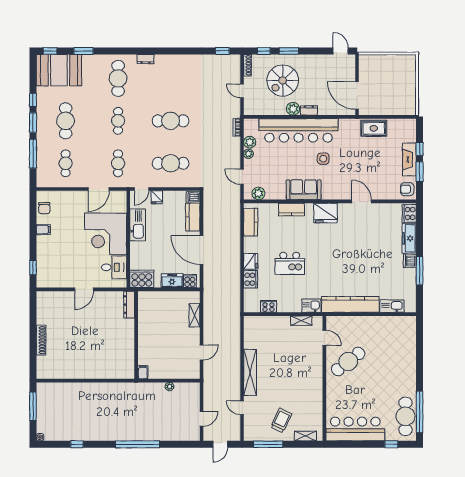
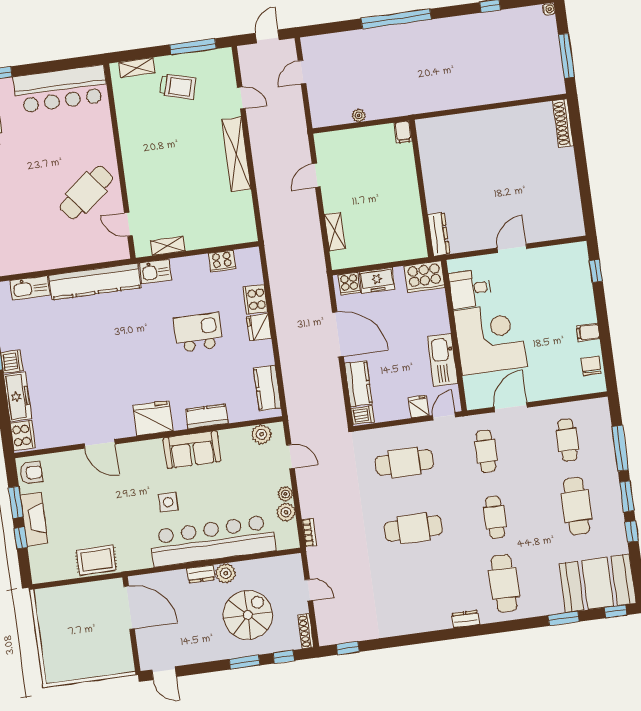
shoe rack: (41, 340) -> (563, 123), moved
trolley: (281, 420) -> (178, 87), turned -100

